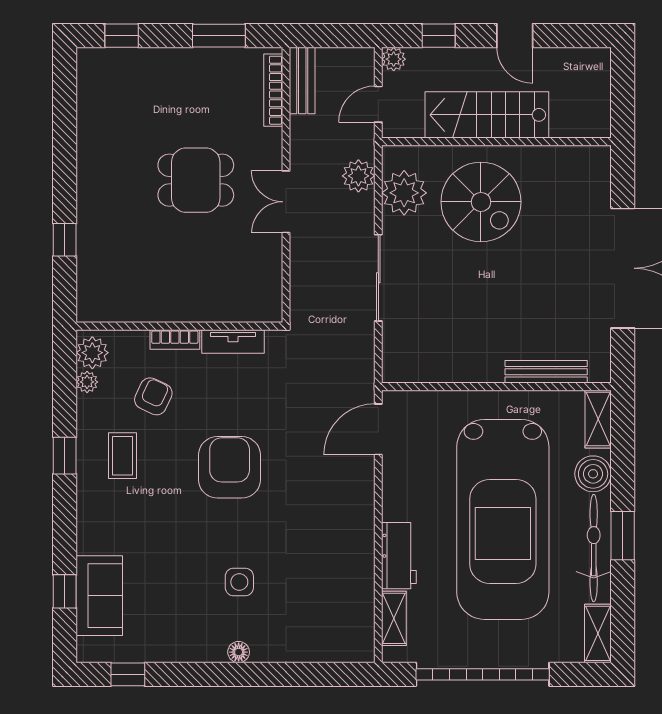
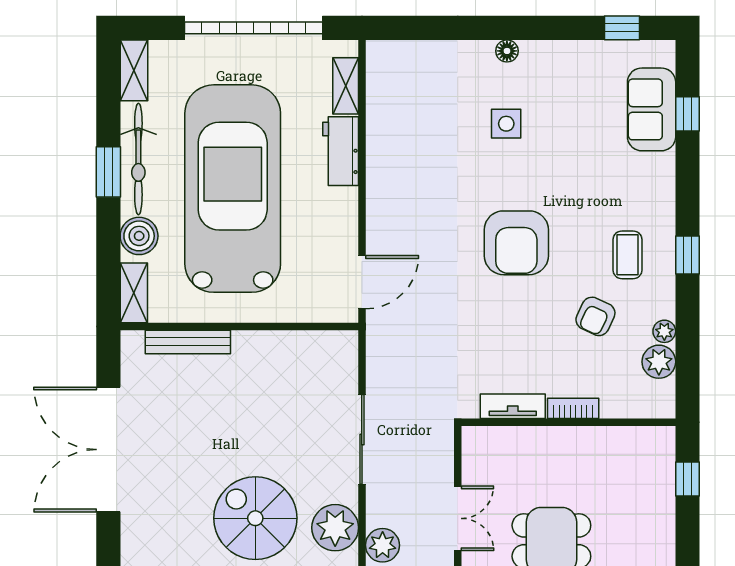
wall: (179, 326) -> (568, 422), moved
bookcase: (175, 339) -> (573, 408), moved
tv unit: (233, 341) -> (513, 406), moved

